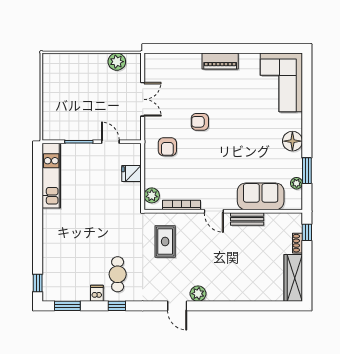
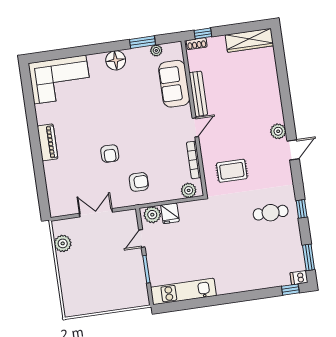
plant: (133, 156) -> (152, 215), added
bench: (247, 219) -> (198, 94), width x1.36
shoe rack: (298, 243) -> (197, 44), moved
dishwasher: (97, 293) -> (299, 278), moved

